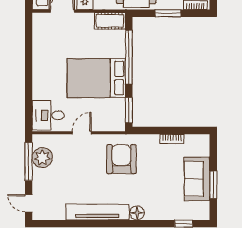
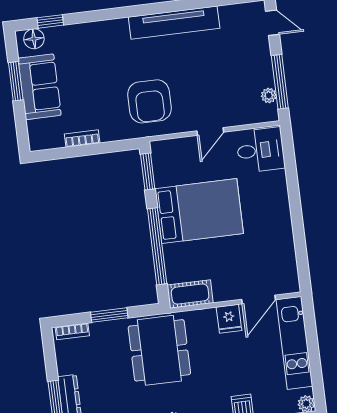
plant: (42, 157) -> (269, 96), width x0.53, depth x0.53
floor lamp: (137, 213) -> (34, 39), moved

